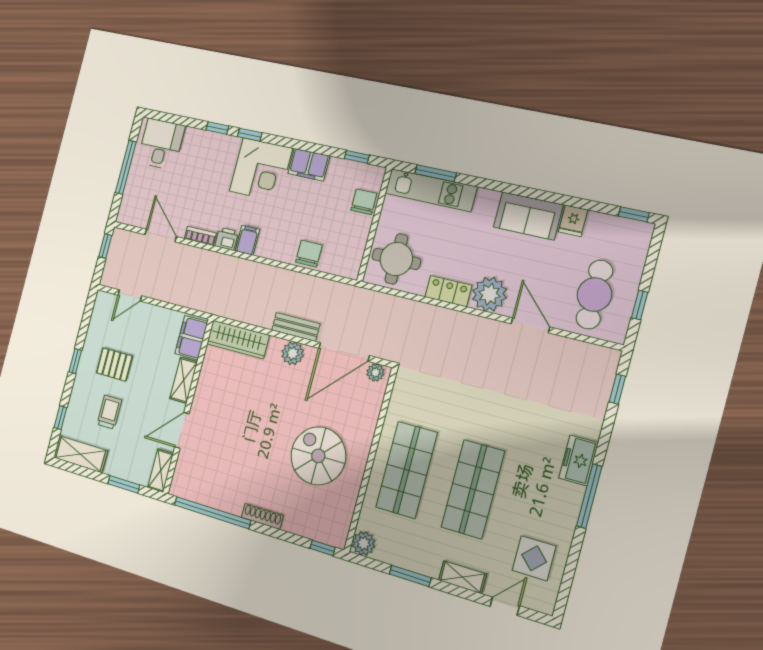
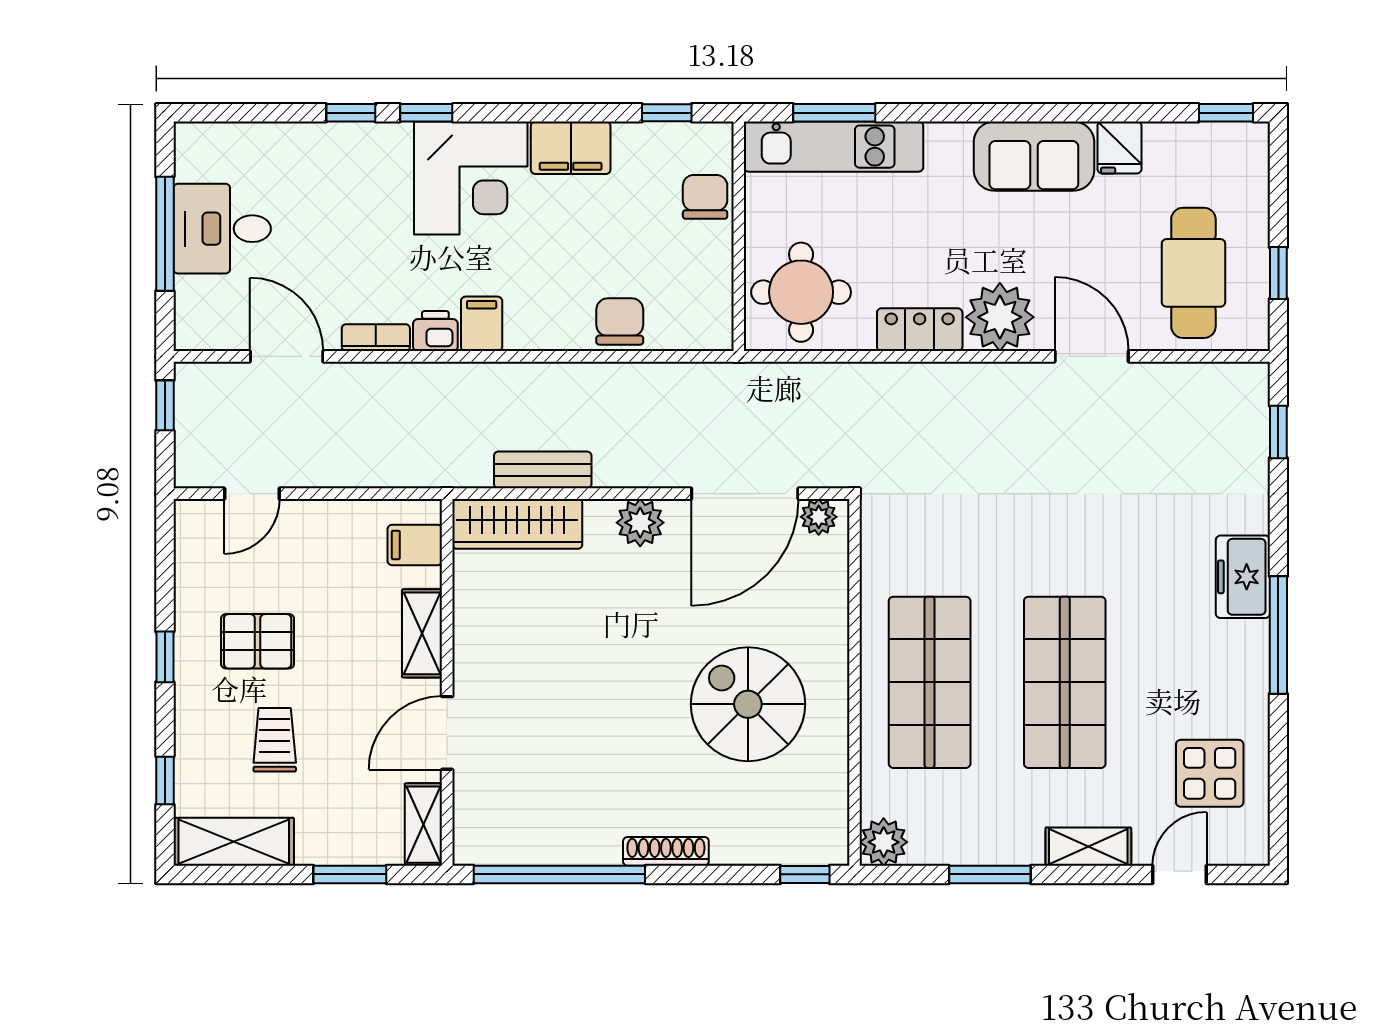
desk: (161, 144) -> (222, 229), moved, turned -90
bench: (296, 327) -> (543, 470), moved
filing cabinet: (191, 338) -> (415, 545), width x0.50

